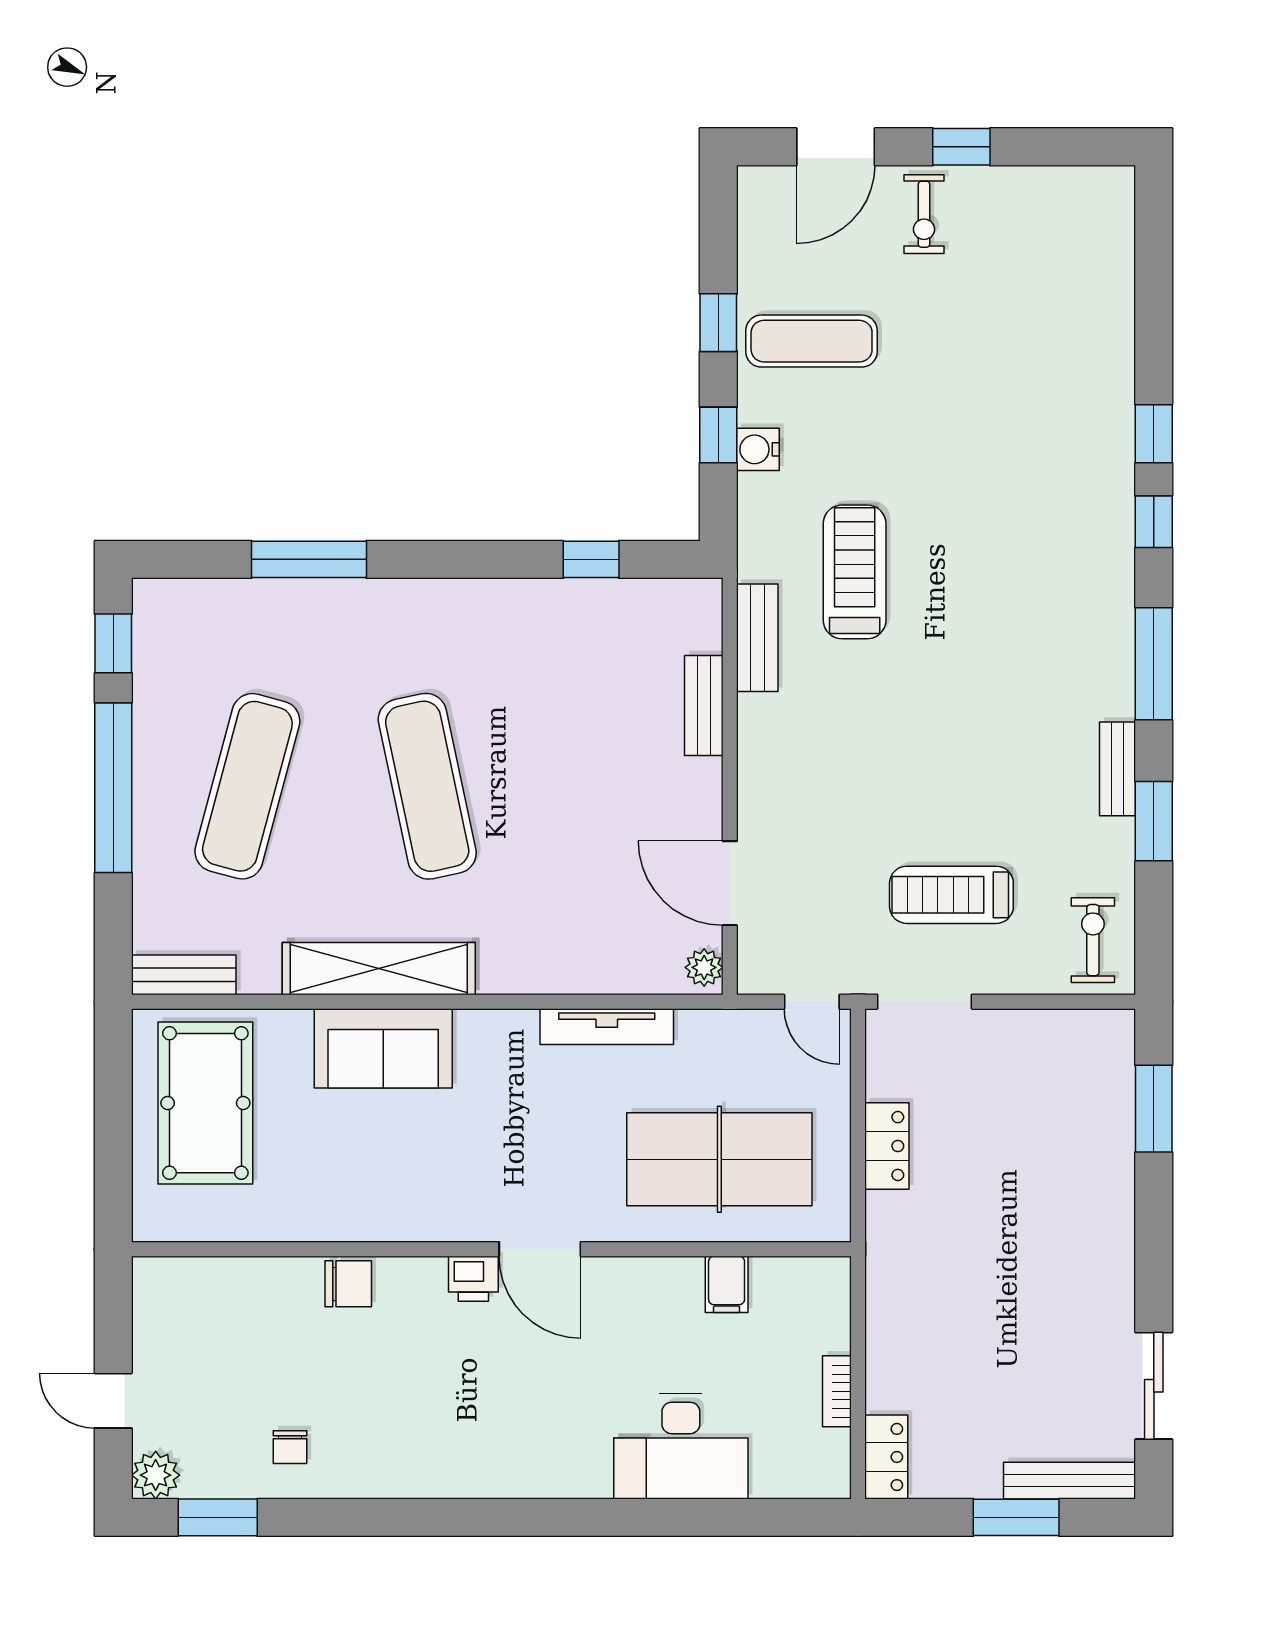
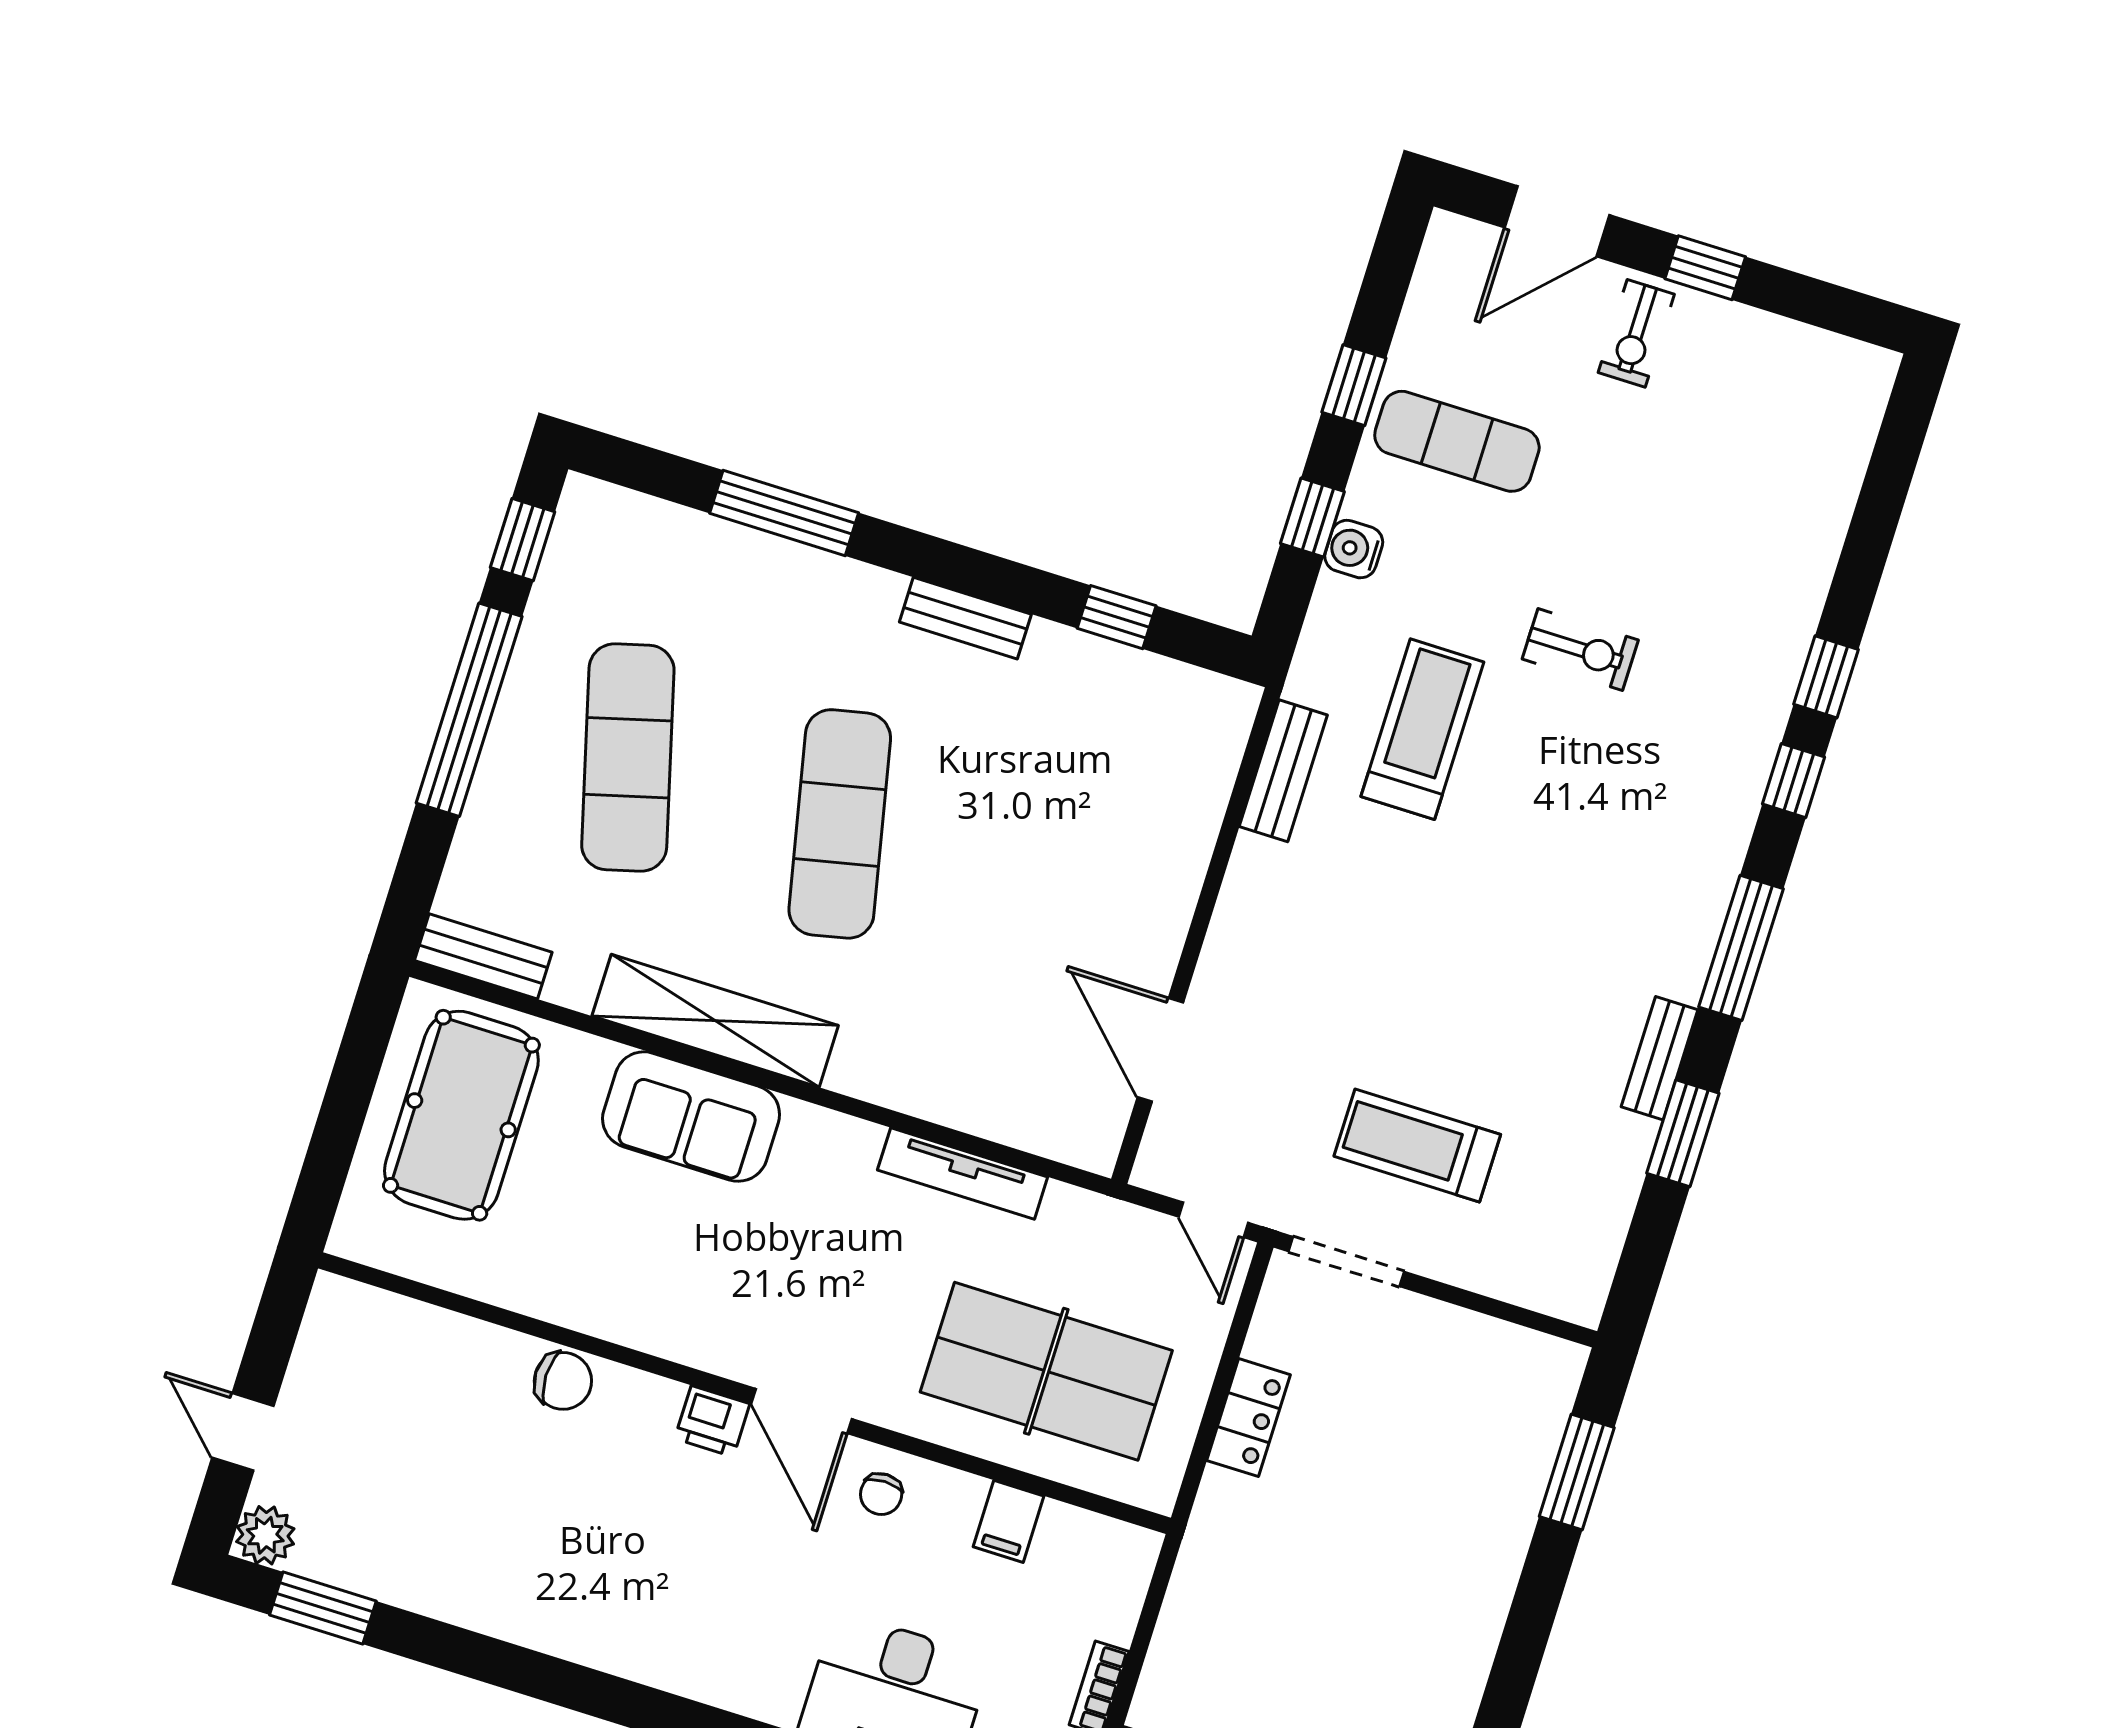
bench: (704, 706) -> (965, 618), moved, turned 90
exercise mat: (247, 786) -> (628, 758), turned -30
exercise bike: (1093, 940) -> (1580, 649), moved, turned 90
plant: (704, 967) -> (1099, 1140), removed
chair: (290, 1447) -> (881, 1494), moved

